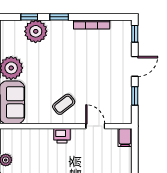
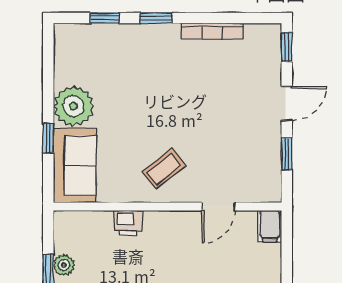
plant: (36, 31) -> (116, 43), removed
door: (95, 126) -> (219, 207), swing flipped
printer: (62, 136) -> (128, 223), moved

